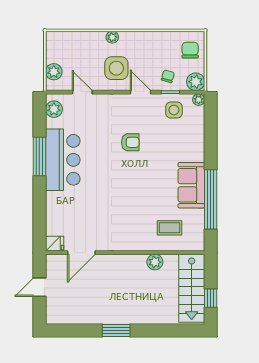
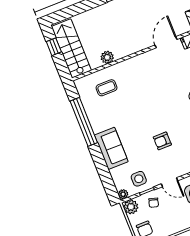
sofa: (191, 185) -> (111, 148), moved

